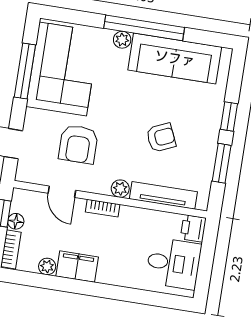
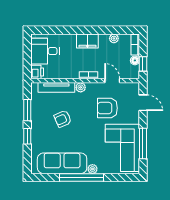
armchair: (78, 144) -> (107, 108), turned -90
filing cabinet: (77, 267) -> (87, 41), moved

